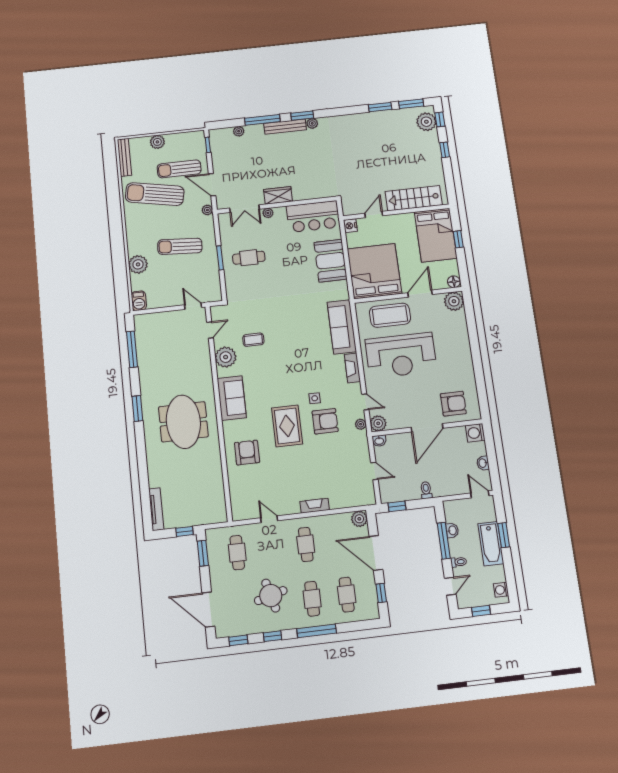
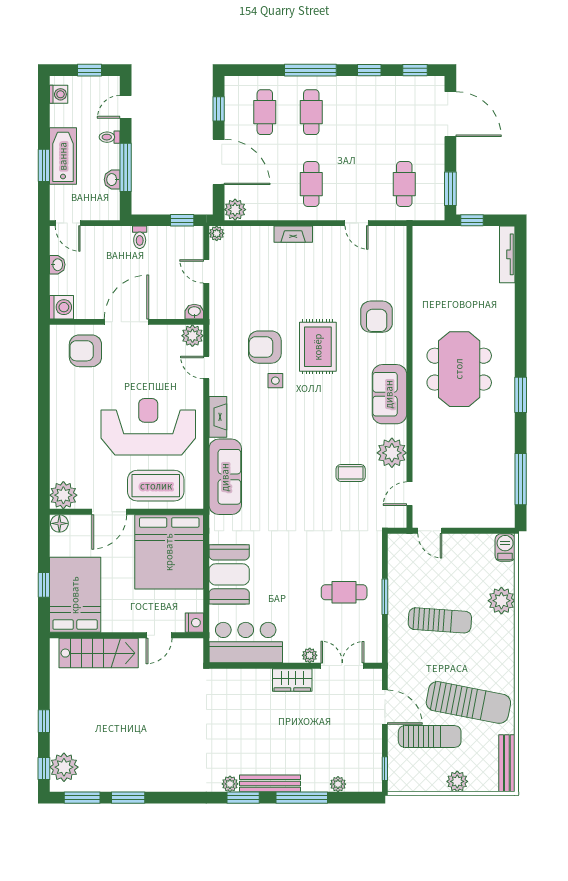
plant: (207, 210) -> (395, 670), removed
plant: (361, 424) -> (217, 233), moved
round table: (271, 596) -> (366, 123), removed

